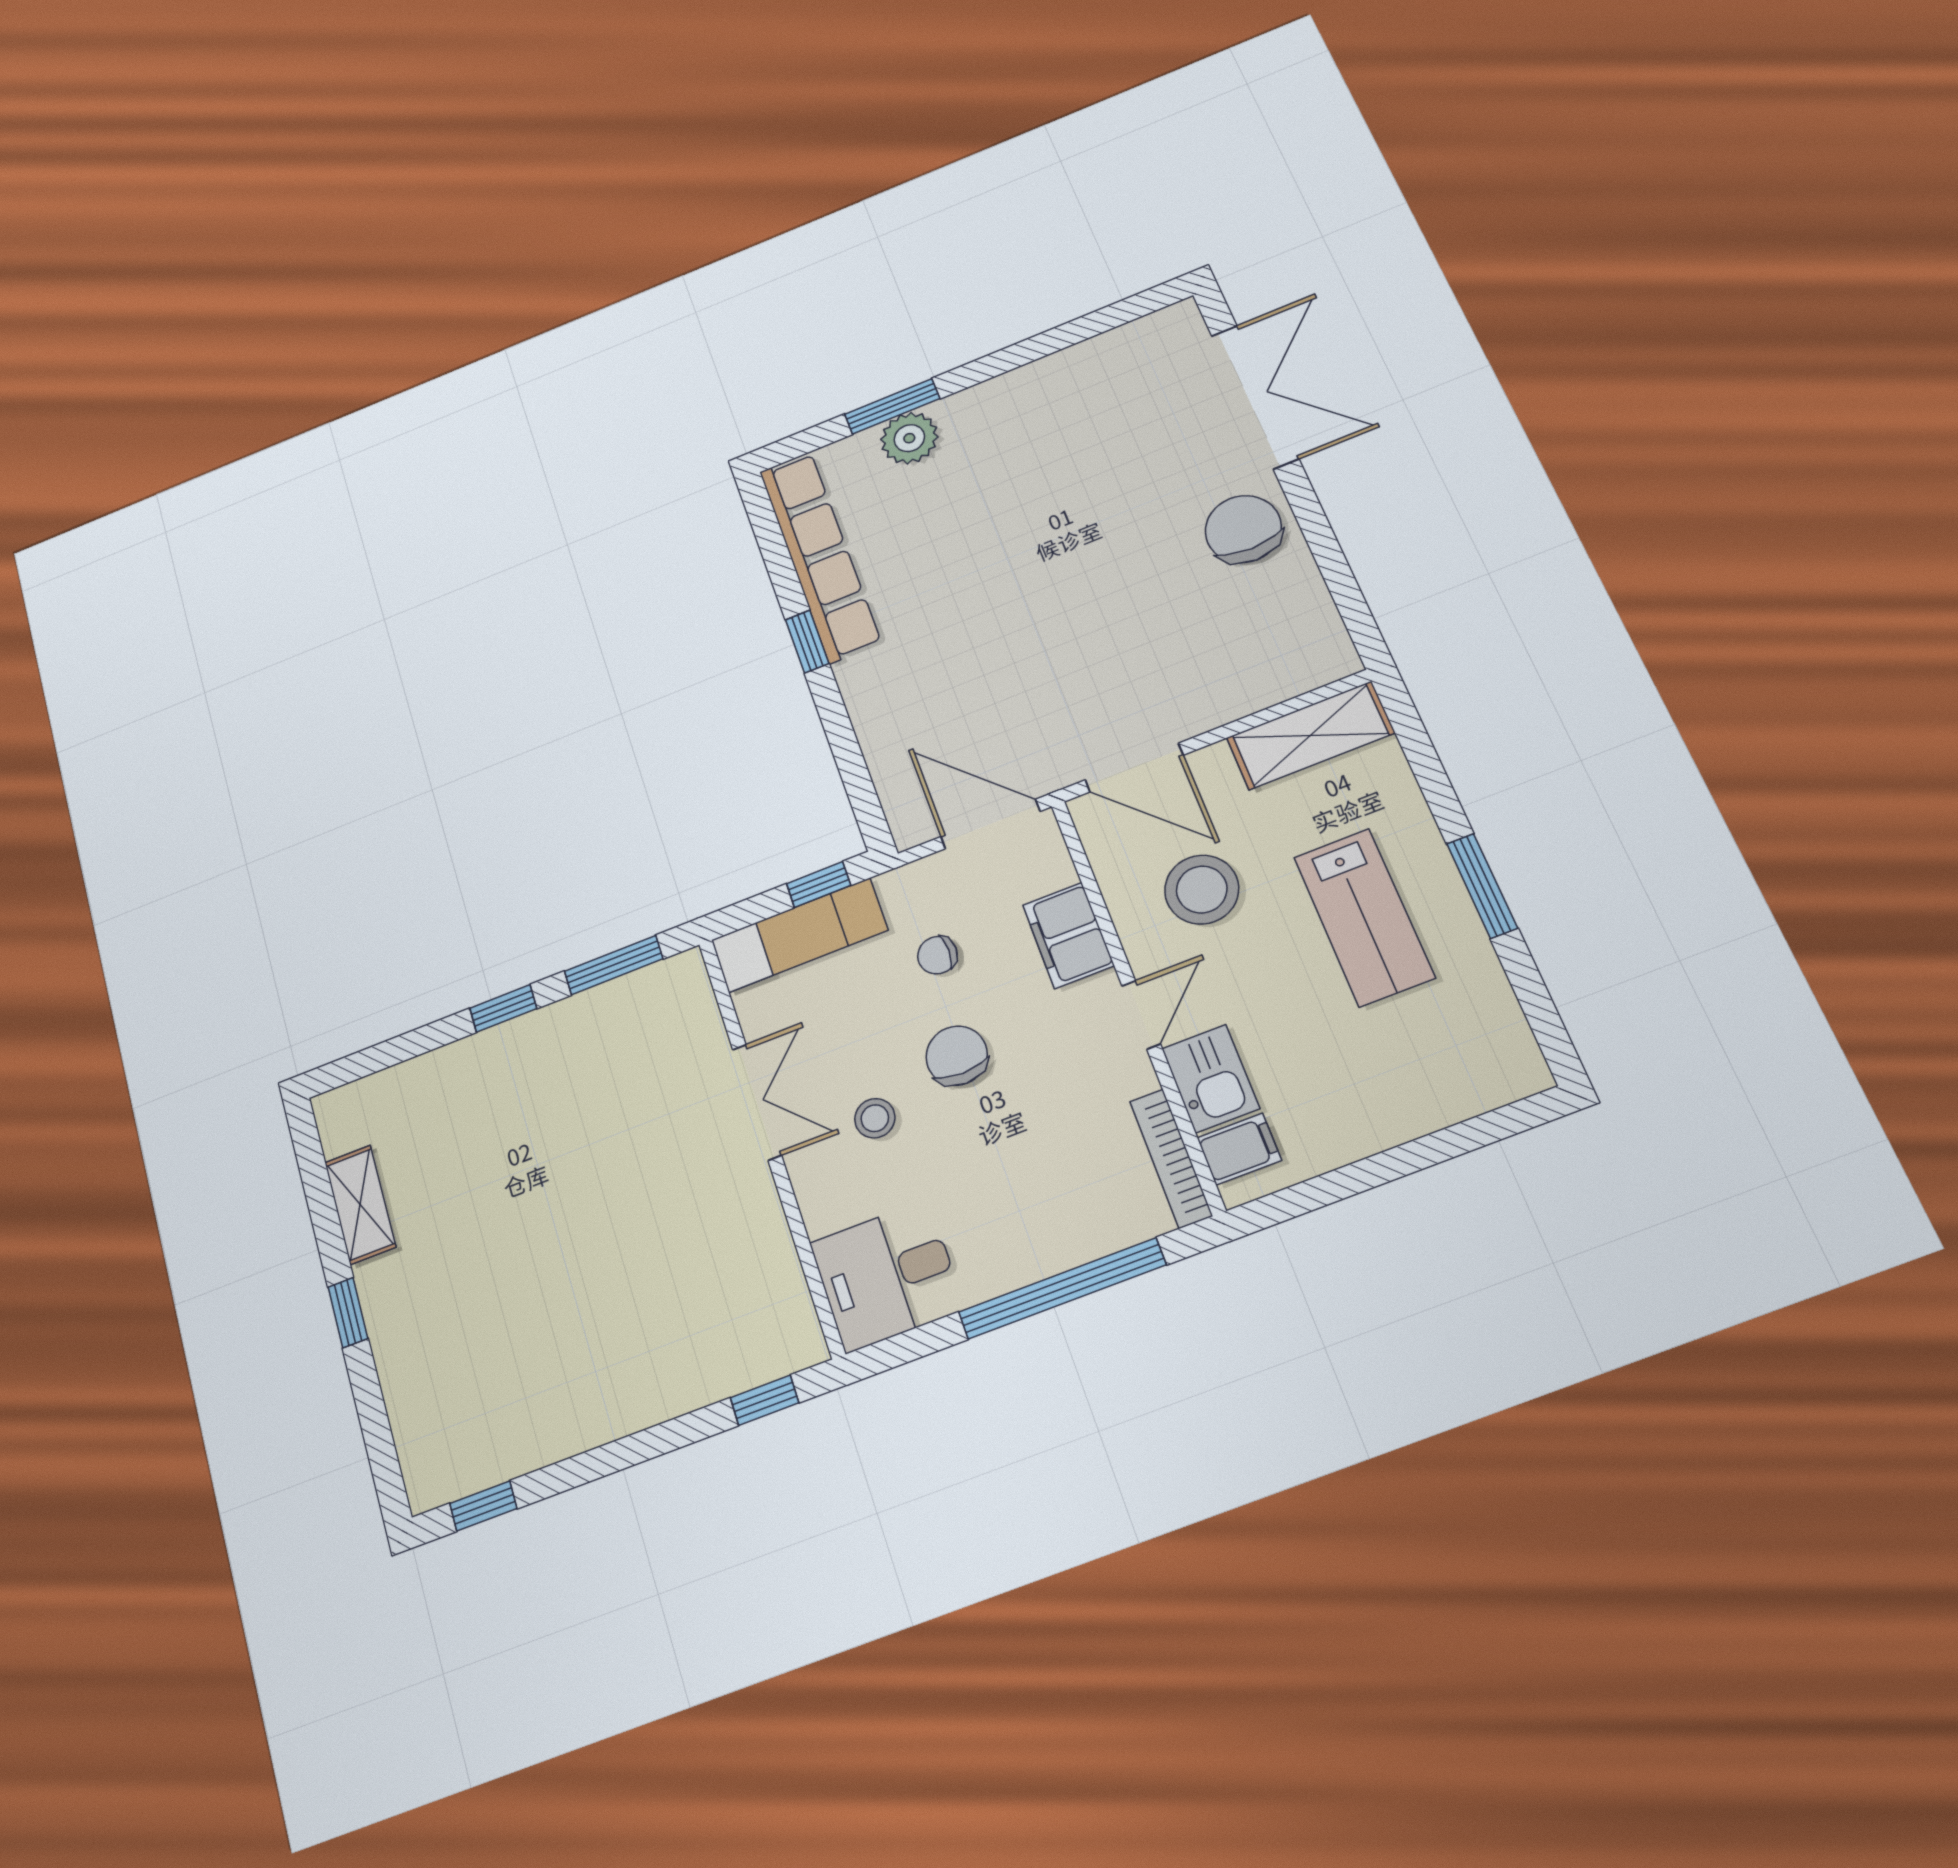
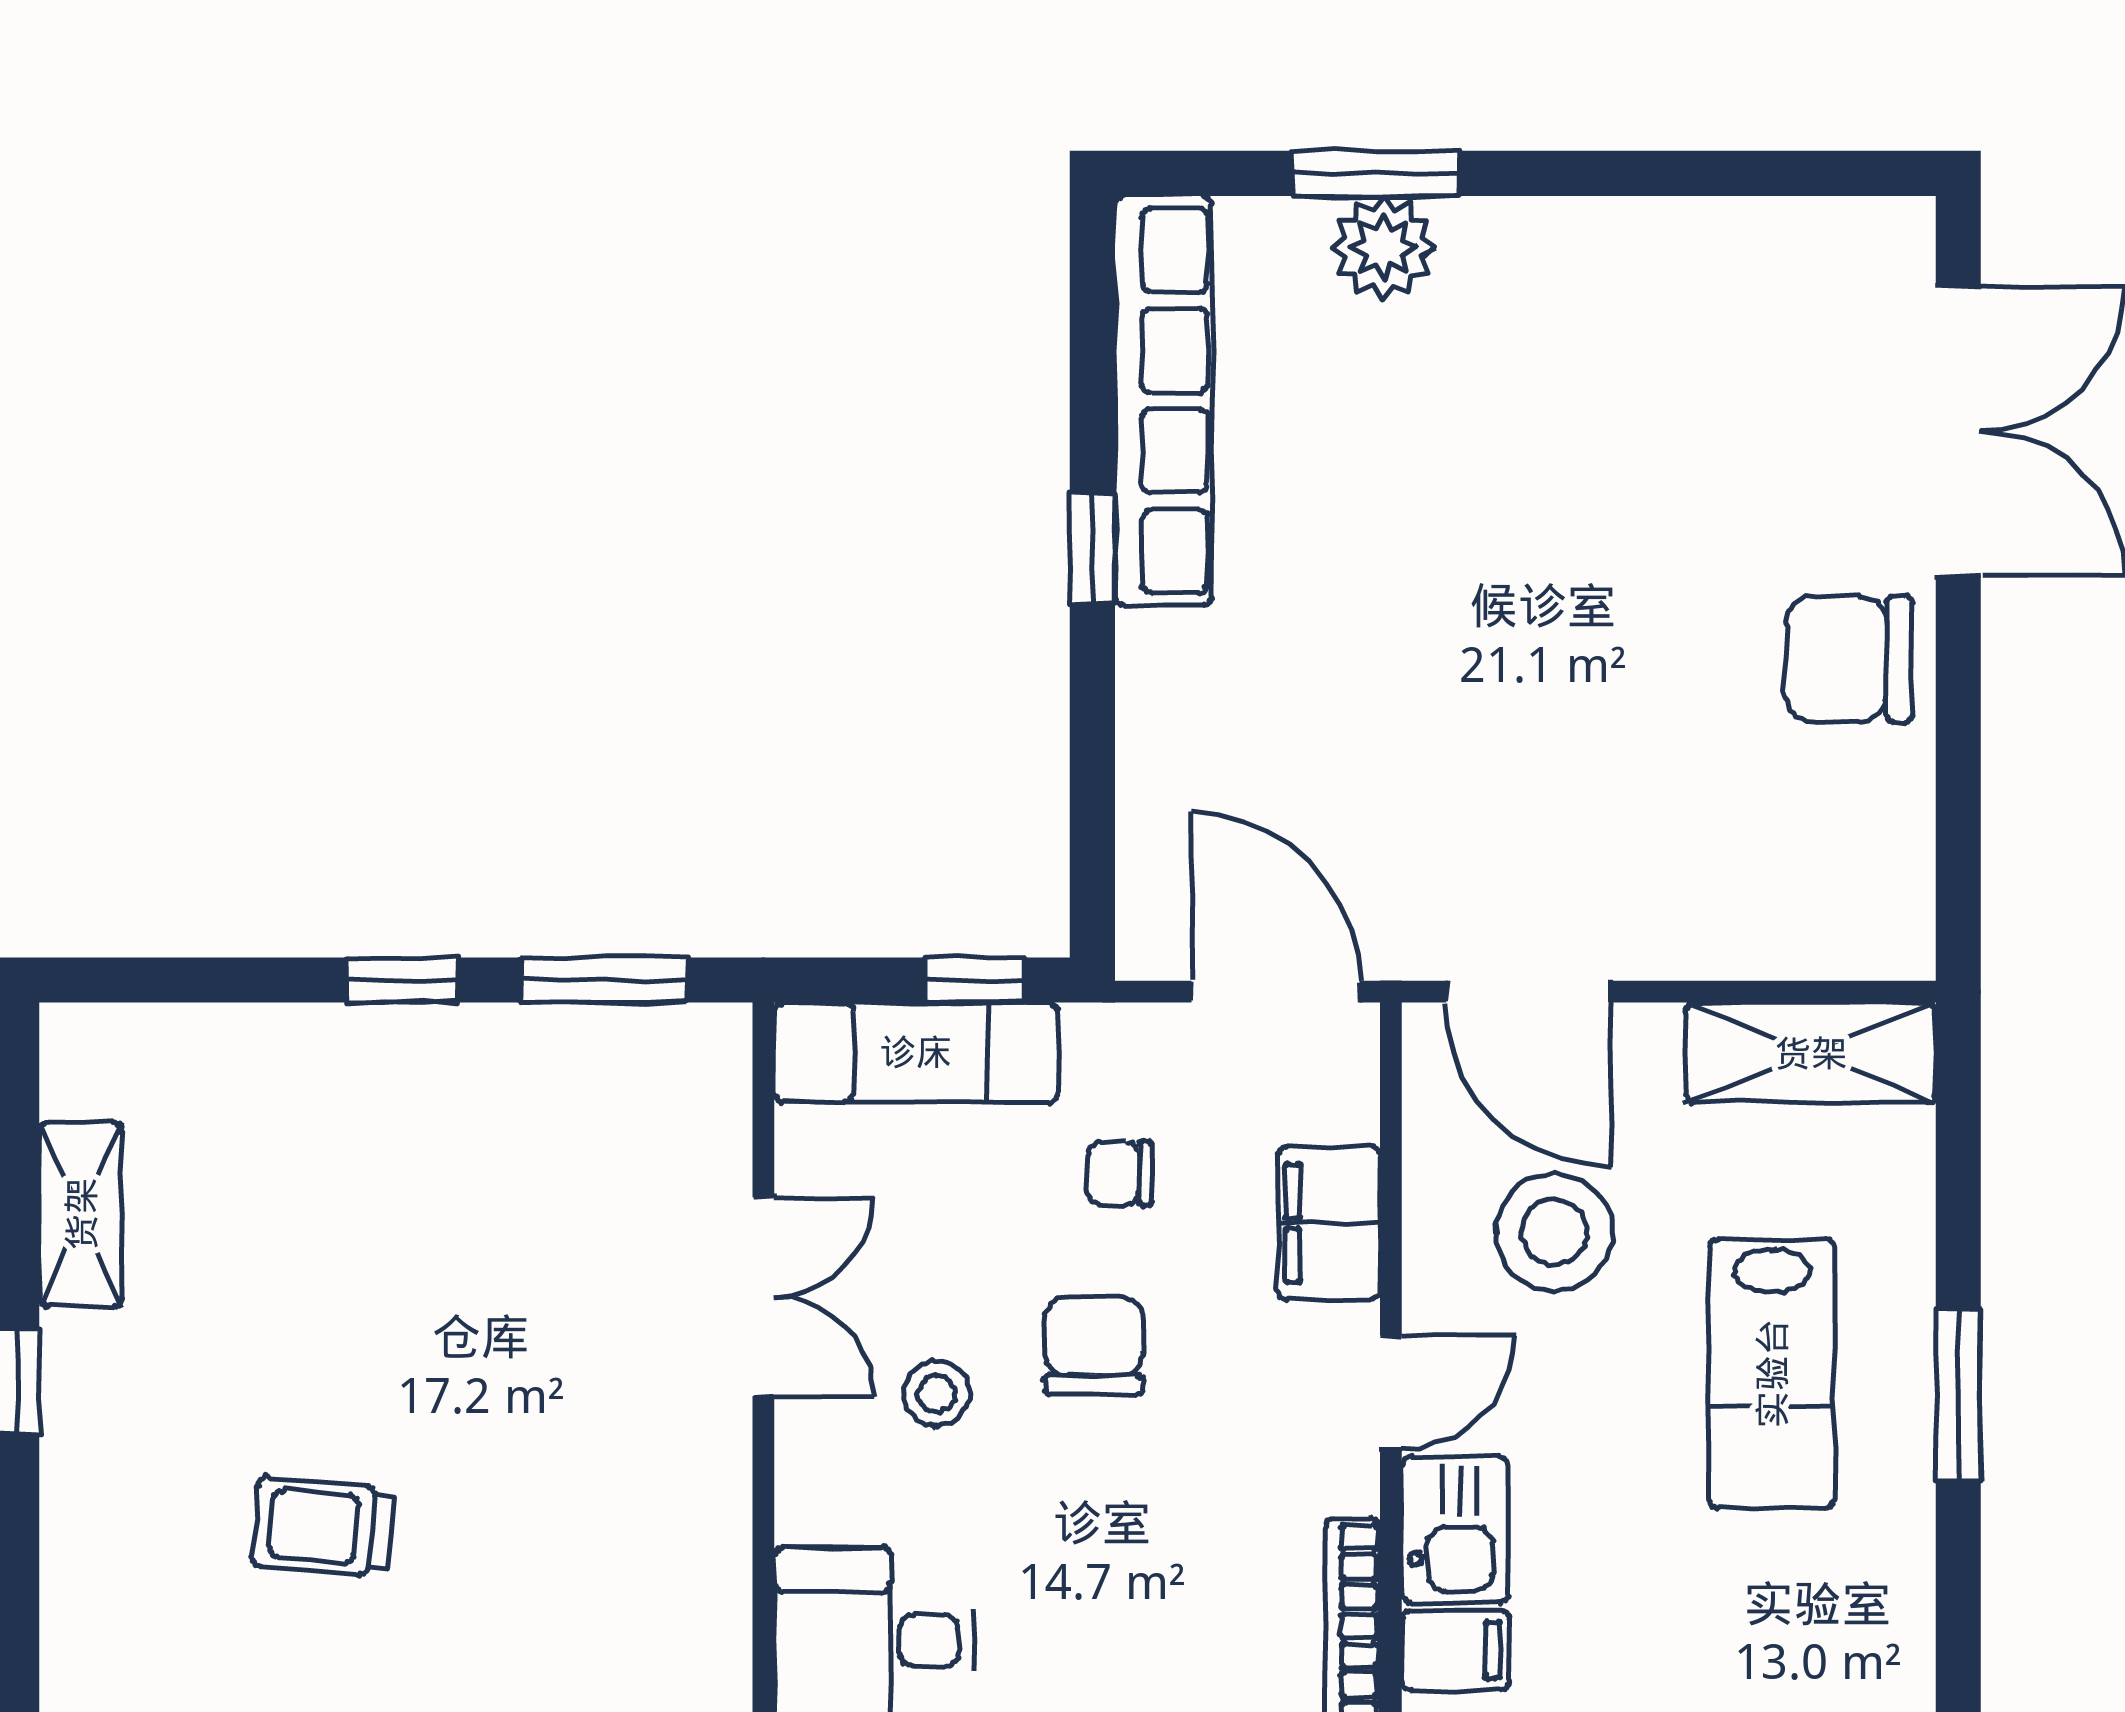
chair: (1243, 529) -> (1848, 659), turned -90
trolley: (543, 1331) -> (323, 1527), added

